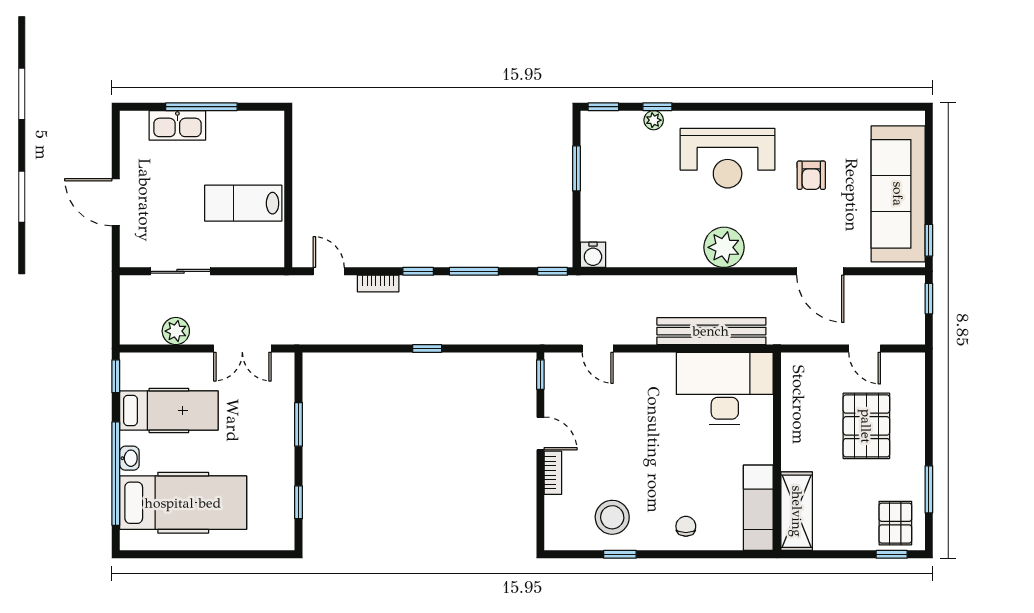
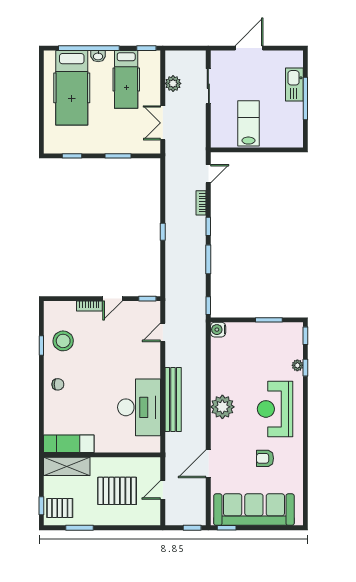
wall: (777, 451) -> (102, 455), moved
exam couch: (758, 508) -> (69, 444), moved
shelving: (797, 511) -> (67, 466), moved

